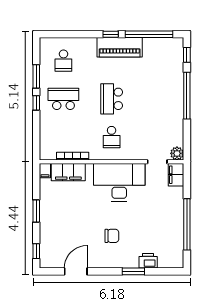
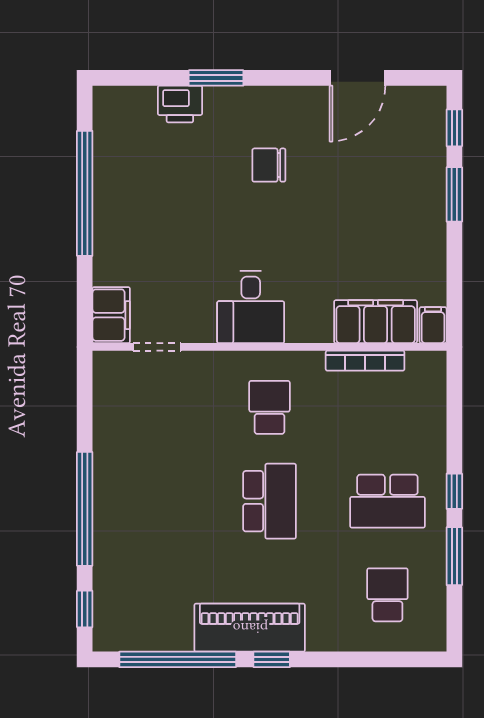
plant: (177, 153) -> (109, 367), removed
desk: (119, 182) -> (251, 307), width x0.53, depth x0.77
window: (36, 211) -> (454, 194), moved

